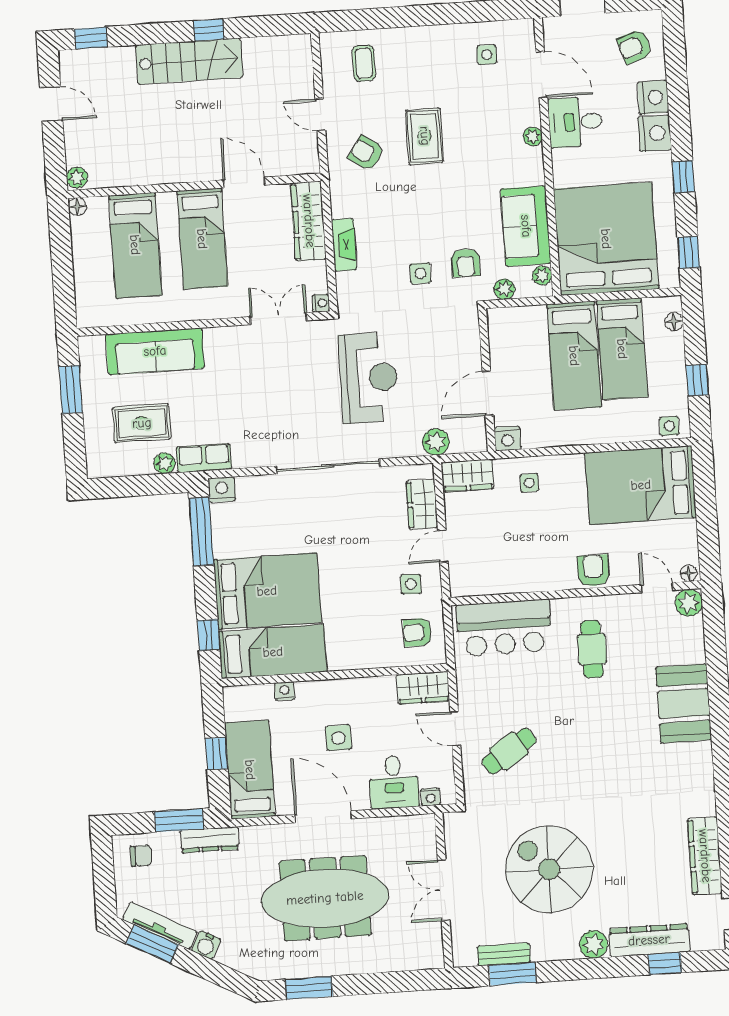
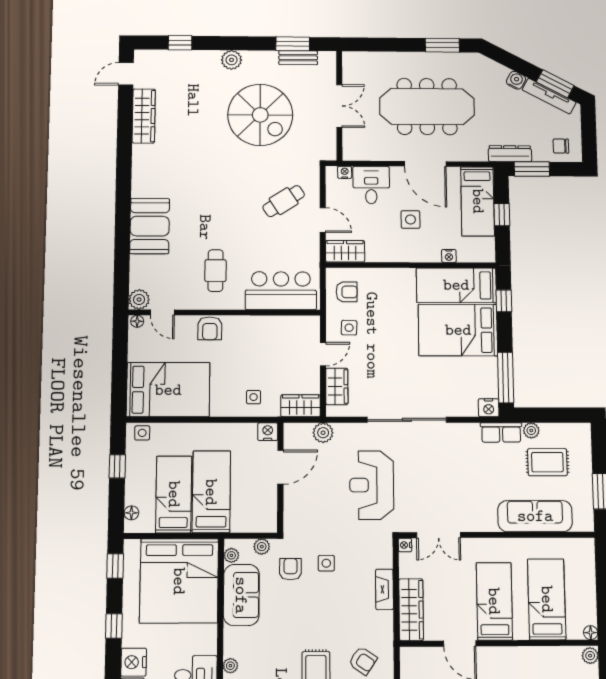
dresser: (649, 940) -> (190, 60), removed

